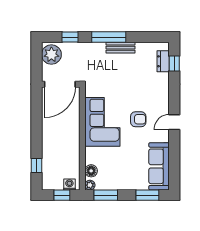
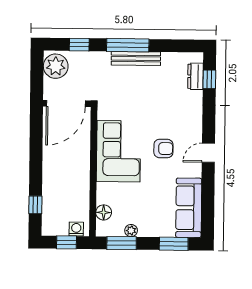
bench: (121, 48) -> (136, 58), width x1.36
plant: (90, 185) -> (131, 231), moved

